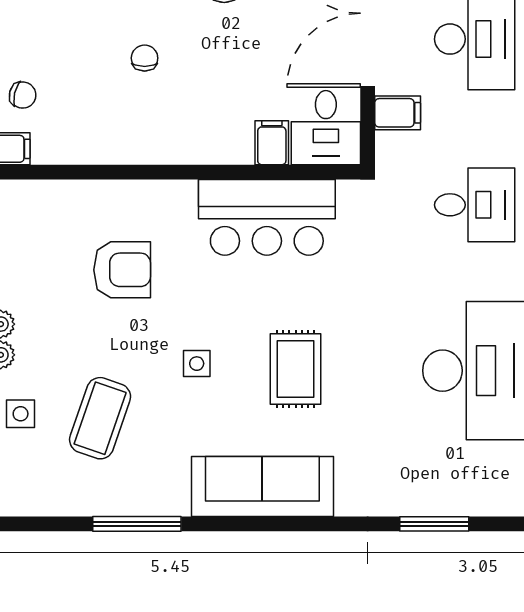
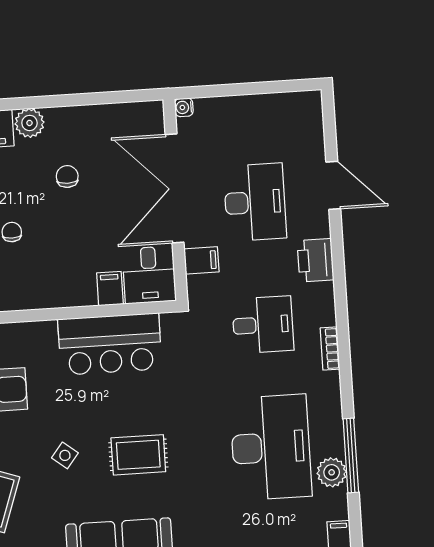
side table: (197, 364) -> (65, 455), turned 38
rug: (296, 369) -> (138, 455), turned 90

